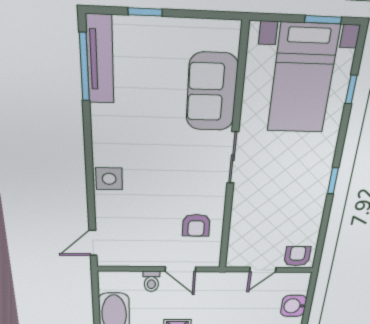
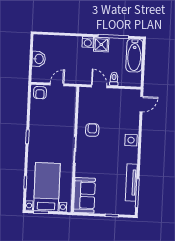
tv unit: (100, 60) -> (131, 182), moved
sofa: (212, 92) -> (84, 195), moved
armchair: (196, 225) -> (92, 130), moved

